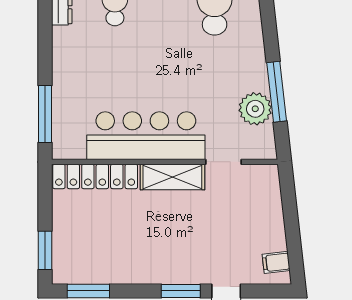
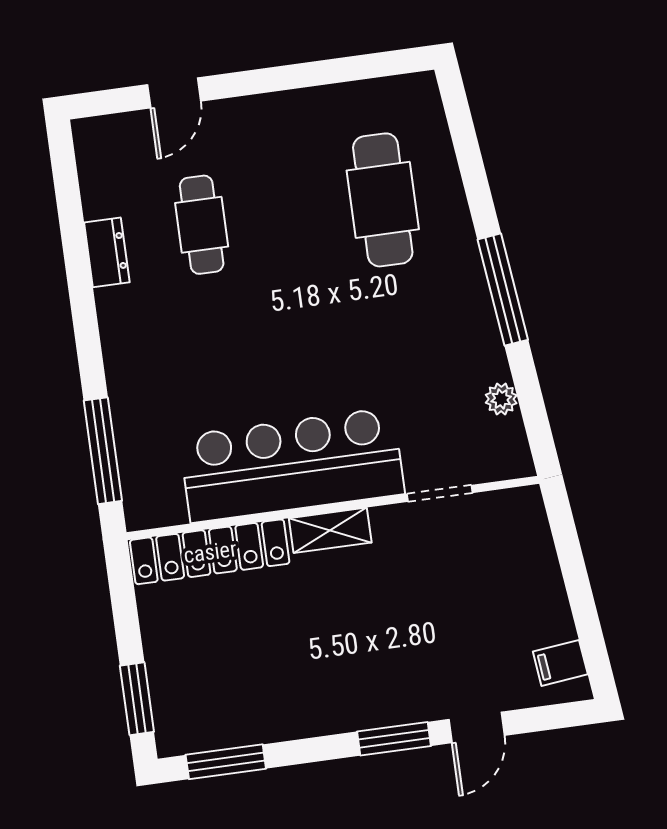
window: (277, 92) -> (503, 290), moved
plant: (255, 109) -> (501, 399), width x0.53, depth x0.53
shelving: (172, 177) -> (330, 530), width x0.67, depth x0.75

